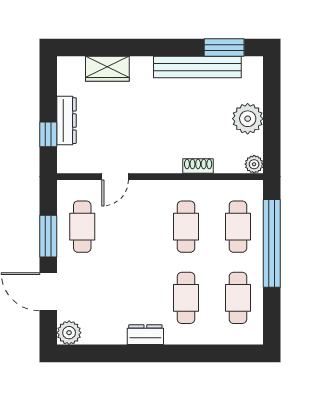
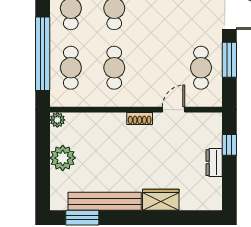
wardrobe: (107, 69) -> (161, 200), moved
dresser: (66, 121) -> (214, 163), width x0.70
shoe rack: (198, 166) -> (140, 118), moved

